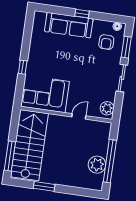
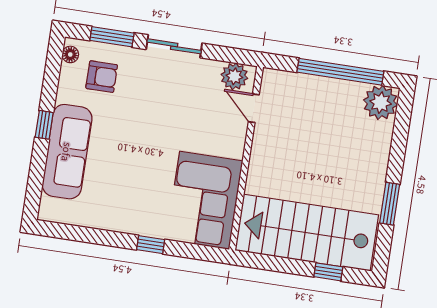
door: (79, 116) -> (254, 108), moved
window: (10, 156) -> (328, 272), width x0.46
plant: (97, 165) -> (381, 103), moved

